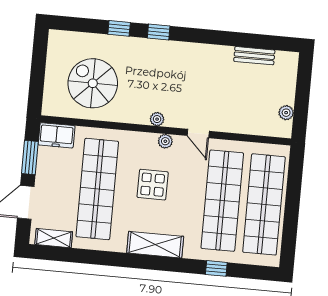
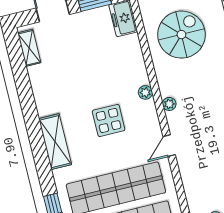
plant: (165, 141) -> (145, 92), moved
shop shelf: (97, 189) -> (87, 72), removed

